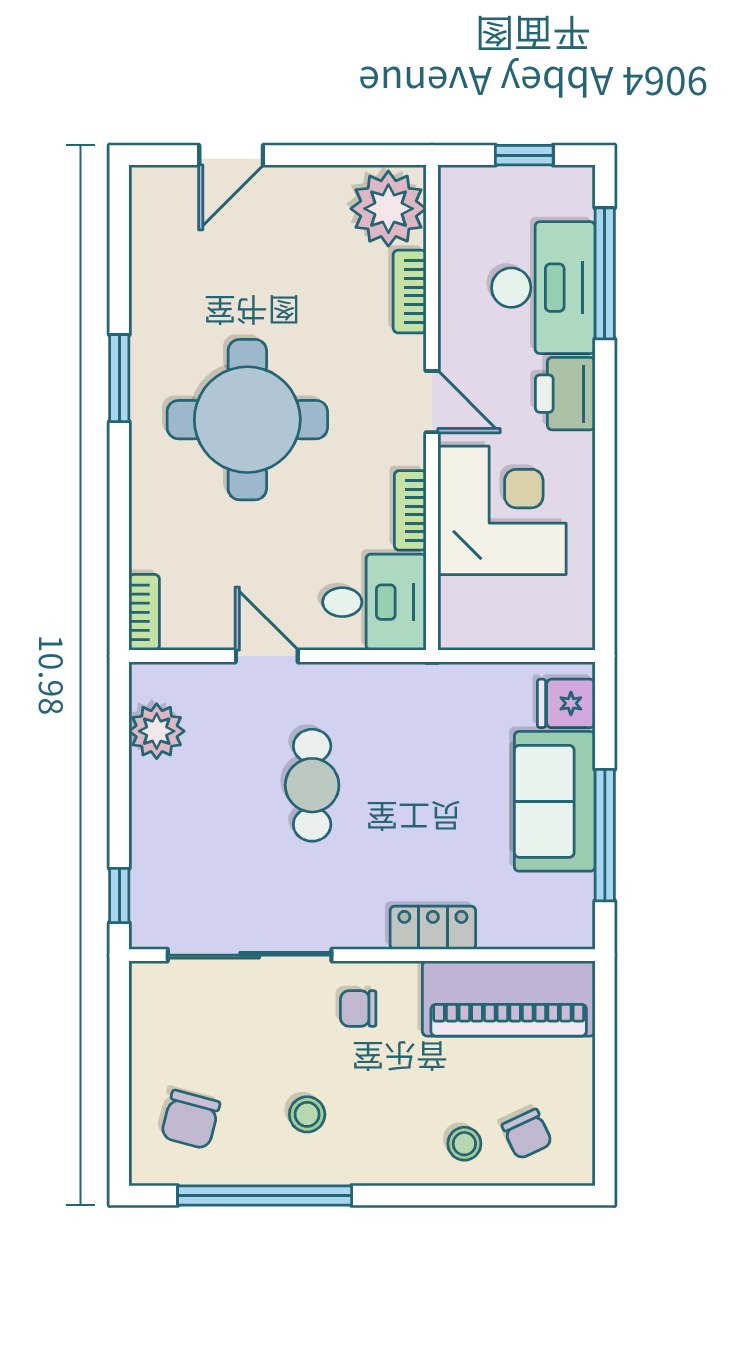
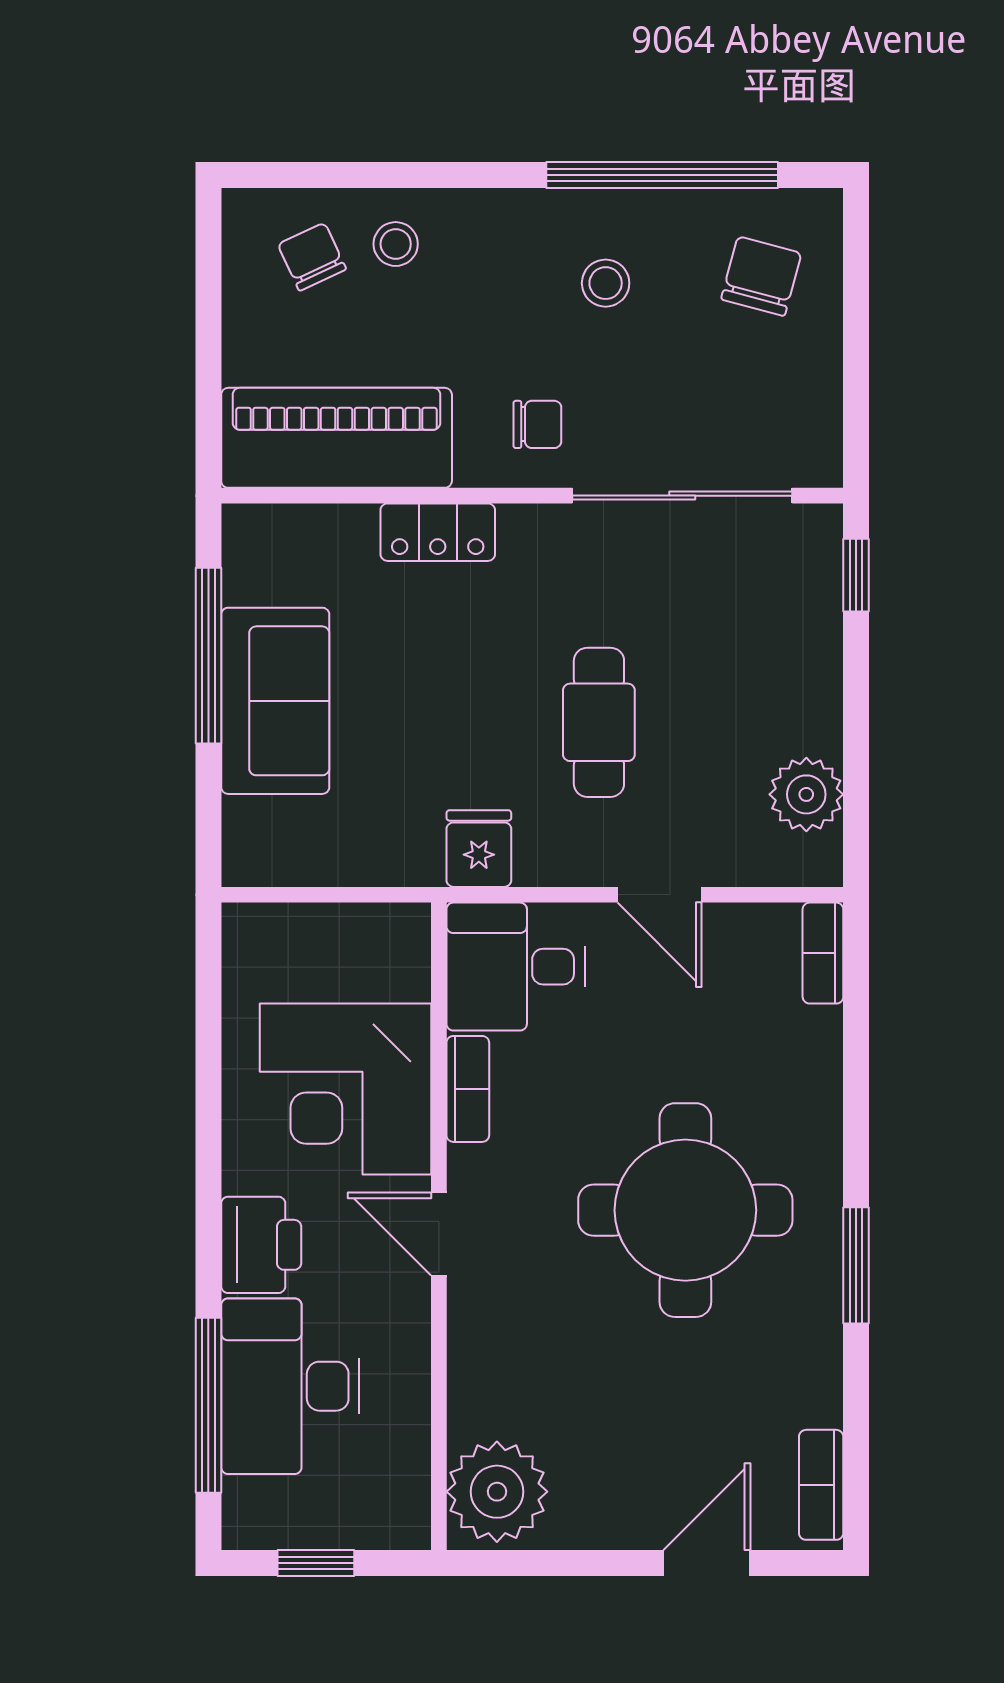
bookcase: (410, 292) -> (821, 1485), moved, turned 180
fridge: (566, 703) -> (479, 849), moved, turned -90

